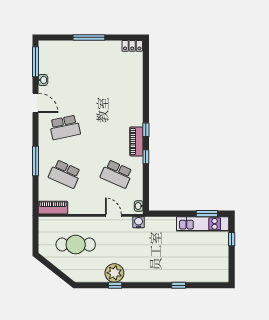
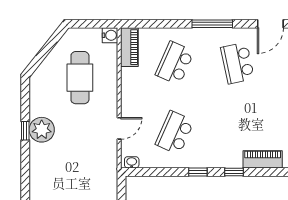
piano: (136, 141) -> (263, 159), moved
window: (36, 161) -> (212, 24), moved
water cooler: (139, 222) -> (110, 35), moved

